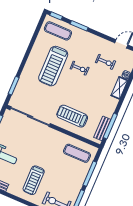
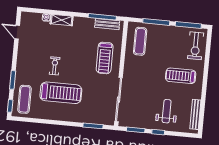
exercise bike: (105, 62) -> (40, 42), removed
treadmill: (34, 180) -> (181, 76), turned 180

